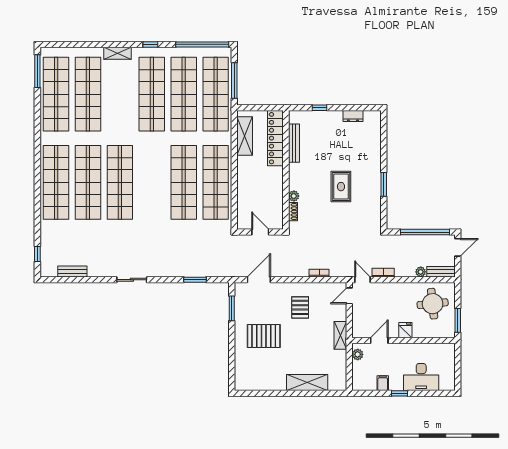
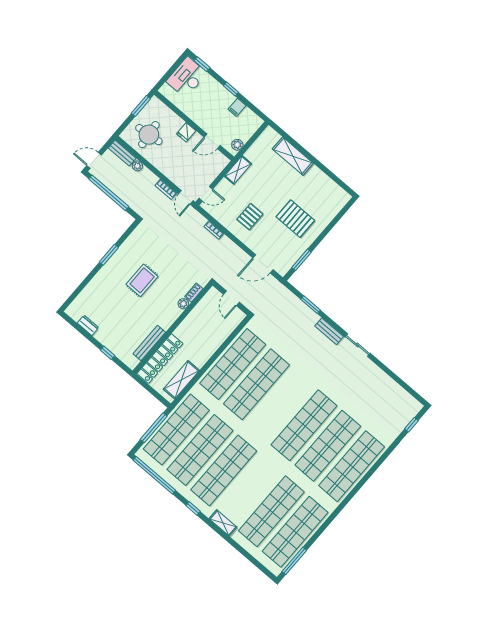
bench: (72, 271) -> (329, 331), moved
desk: (421, 377) -> (187, 77), moved, turned -90
window: (438, 393) -> (202, 64), added

